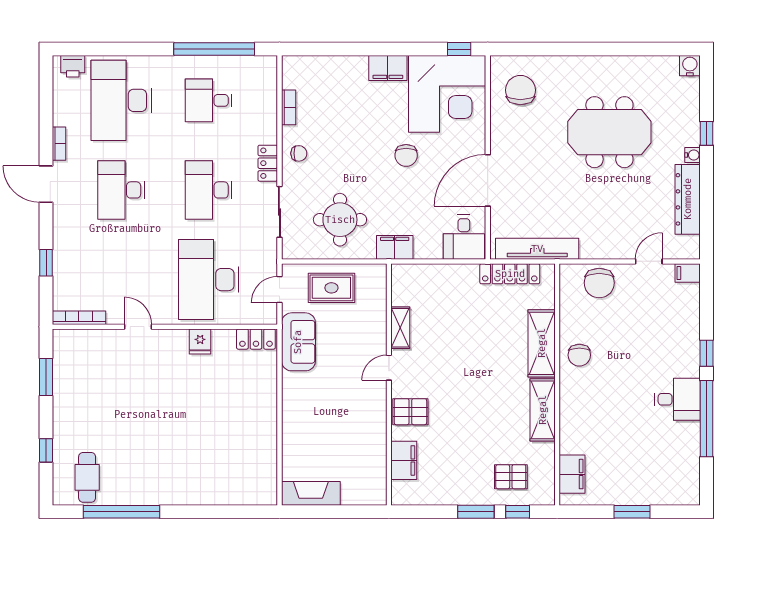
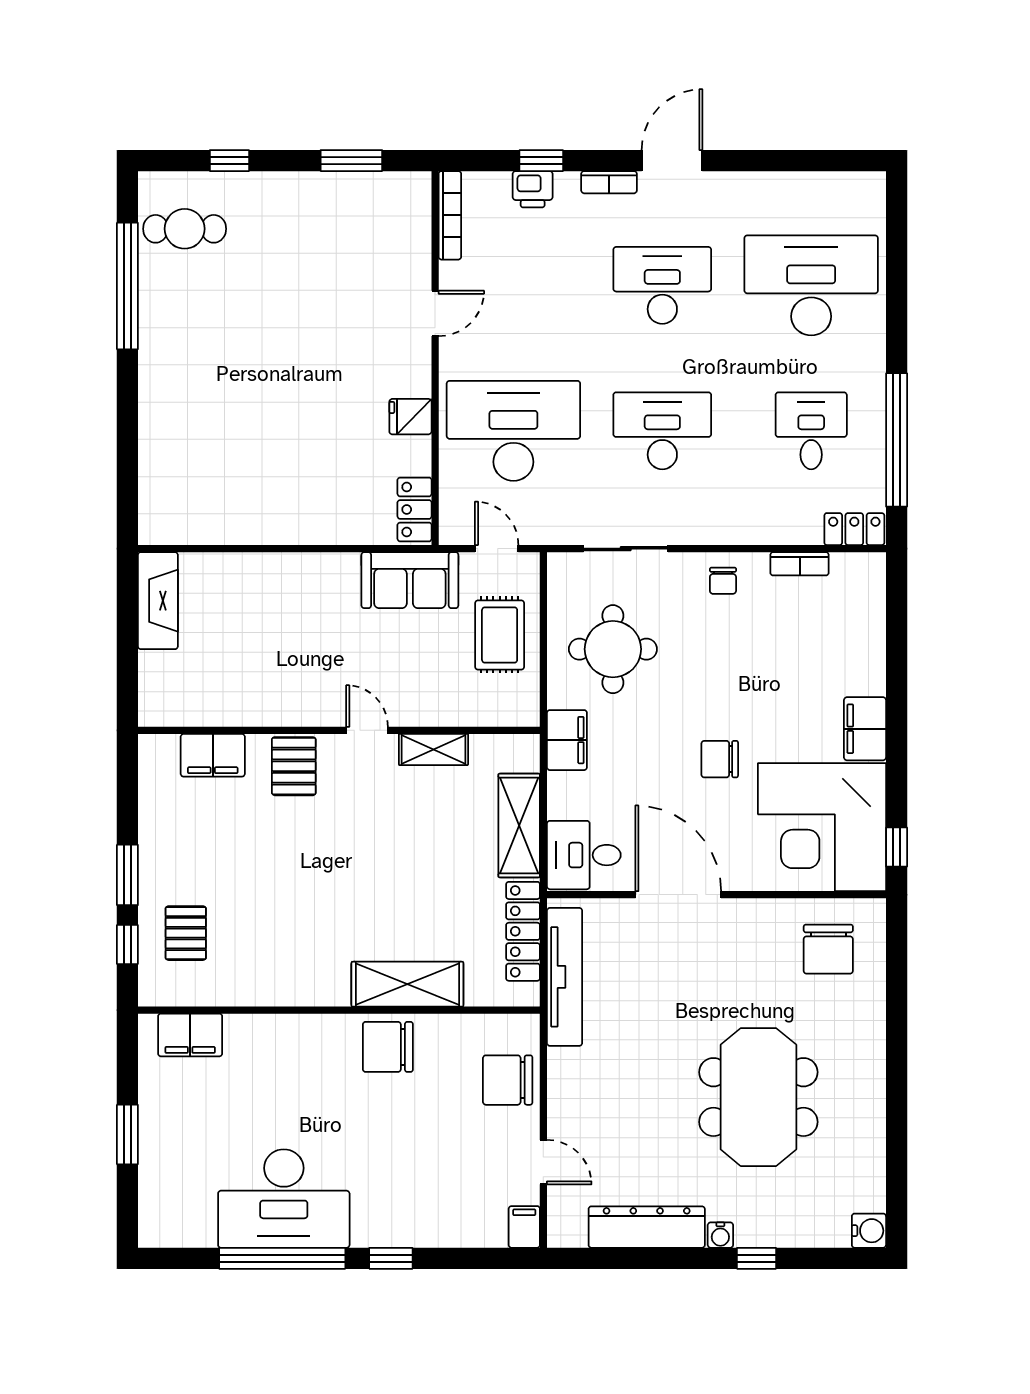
printer: (73, 66) -> (533, 189), moved, turned -90
chair: (520, 90) -> (828, 949), turned 90
bookcase: (59, 144) -> (609, 182), moved
locker: (268, 163) -> (854, 529), moved
chair: (579, 355) -> (388, 1047), width x1.37, depth x1.37
desk: (677, 399) -> (284, 1199), width x1.87, depth x1.30
shelving: (543, 410) -> (519, 825), moved, turned 90

